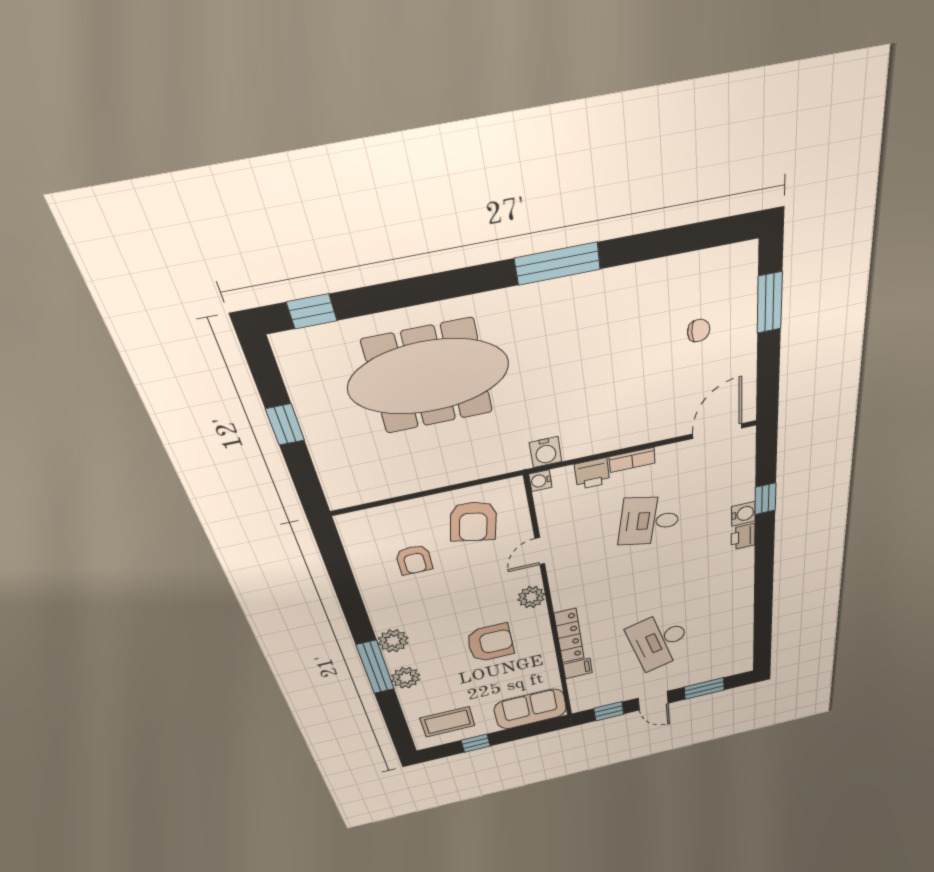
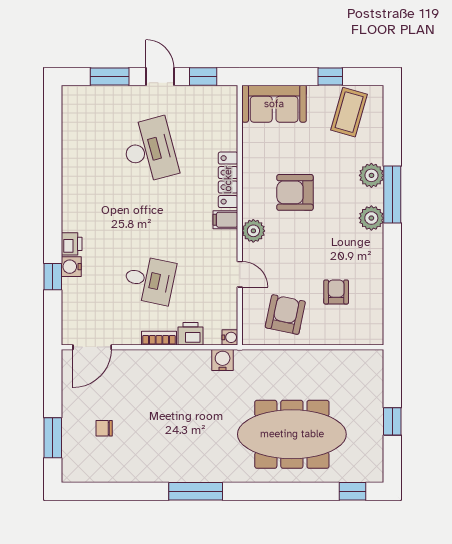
door: (540, 551) -> (240, 274), hinge flipped
filing cabinet: (578, 668) -> (225, 220), moved
coffee table: (448, 722) -> (349, 112), turned -74

